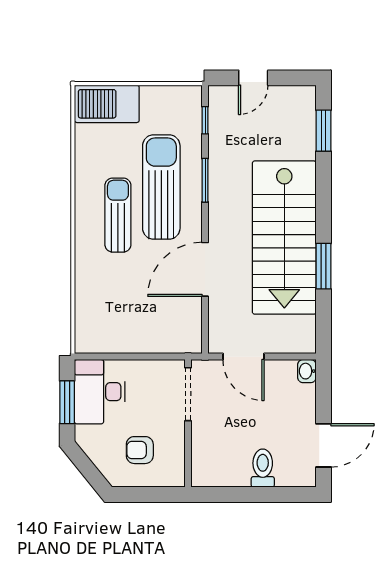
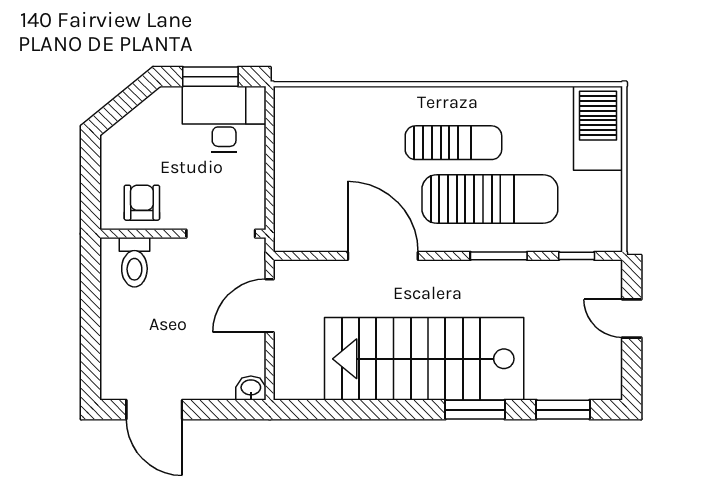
window: (324, 266) -> (475, 410), moved
armchair: (140, 450) -> (142, 203), moved
toilet: (263, 468) -> (134, 262), moved, turned 90

